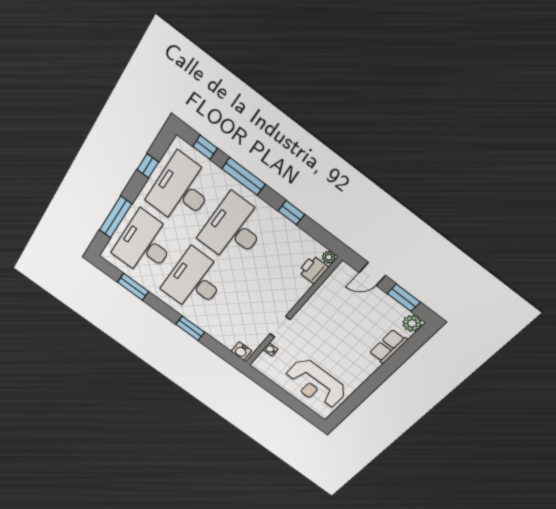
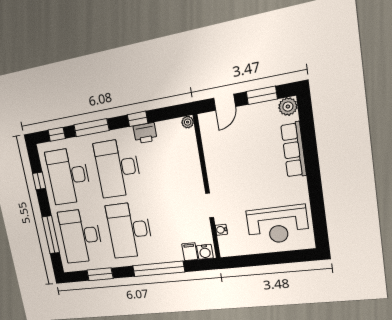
printer: (313, 270) -> (145, 133), moved, turned -90
window: (190, 328) -> (158, 269), width x2.11
filing cabinet: (229, 340) -> (190, 252), added
row of seats: (388, 346) -> (294, 150), width x1.48

